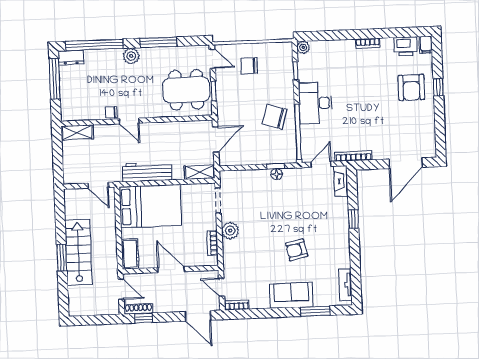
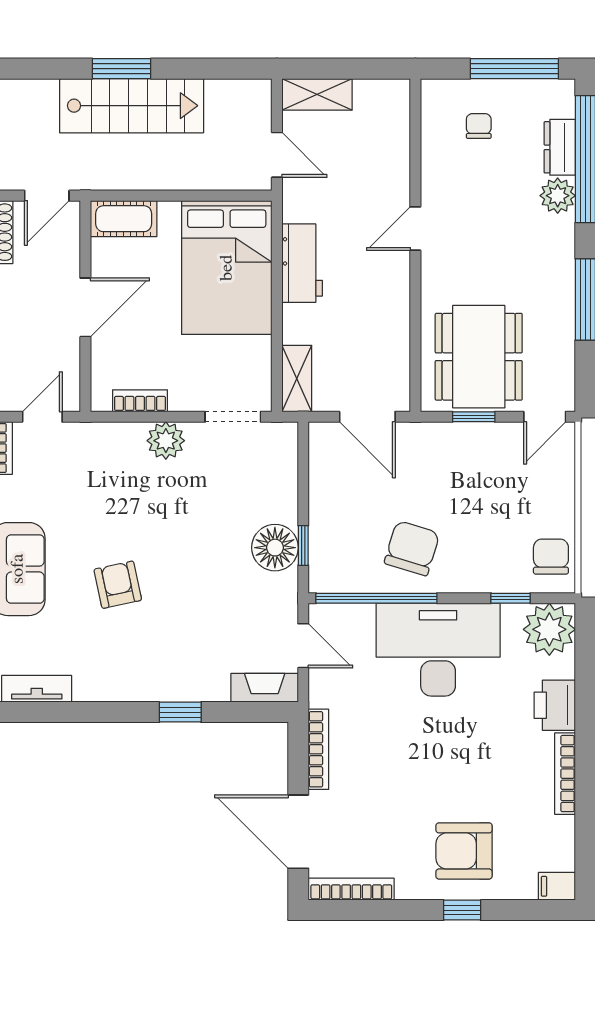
bookcase: (368, 43) -> (565, 774), width x1.56
printer: (406, 46) -> (555, 705), moved
plant: (303, 47) -> (549, 629), width x1.88, depth x1.88
plant: (131, 56) -> (558, 196), moved
dresser: (71, 57) -> (560, 147), moved
chair: (249, 66) -> (551, 557), moved
desk: (315, 103) -> (438, 650), width x1.36, depth x1.30
chair: (111, 112) -> (479, 126), moved
shelving: (77, 132) -> (317, 94), moved, turned 90
bookcase: (431, 138) -> (351, 889), added
bookcase: (353, 156) -> (318, 749), moved
workbench: (147, 172) -> (302, 263), width x0.73
floor lamp: (277, 174) -> (275, 548), width x1.89, depth x1.89
door: (98, 185) -> (277, 155), swing flipped

